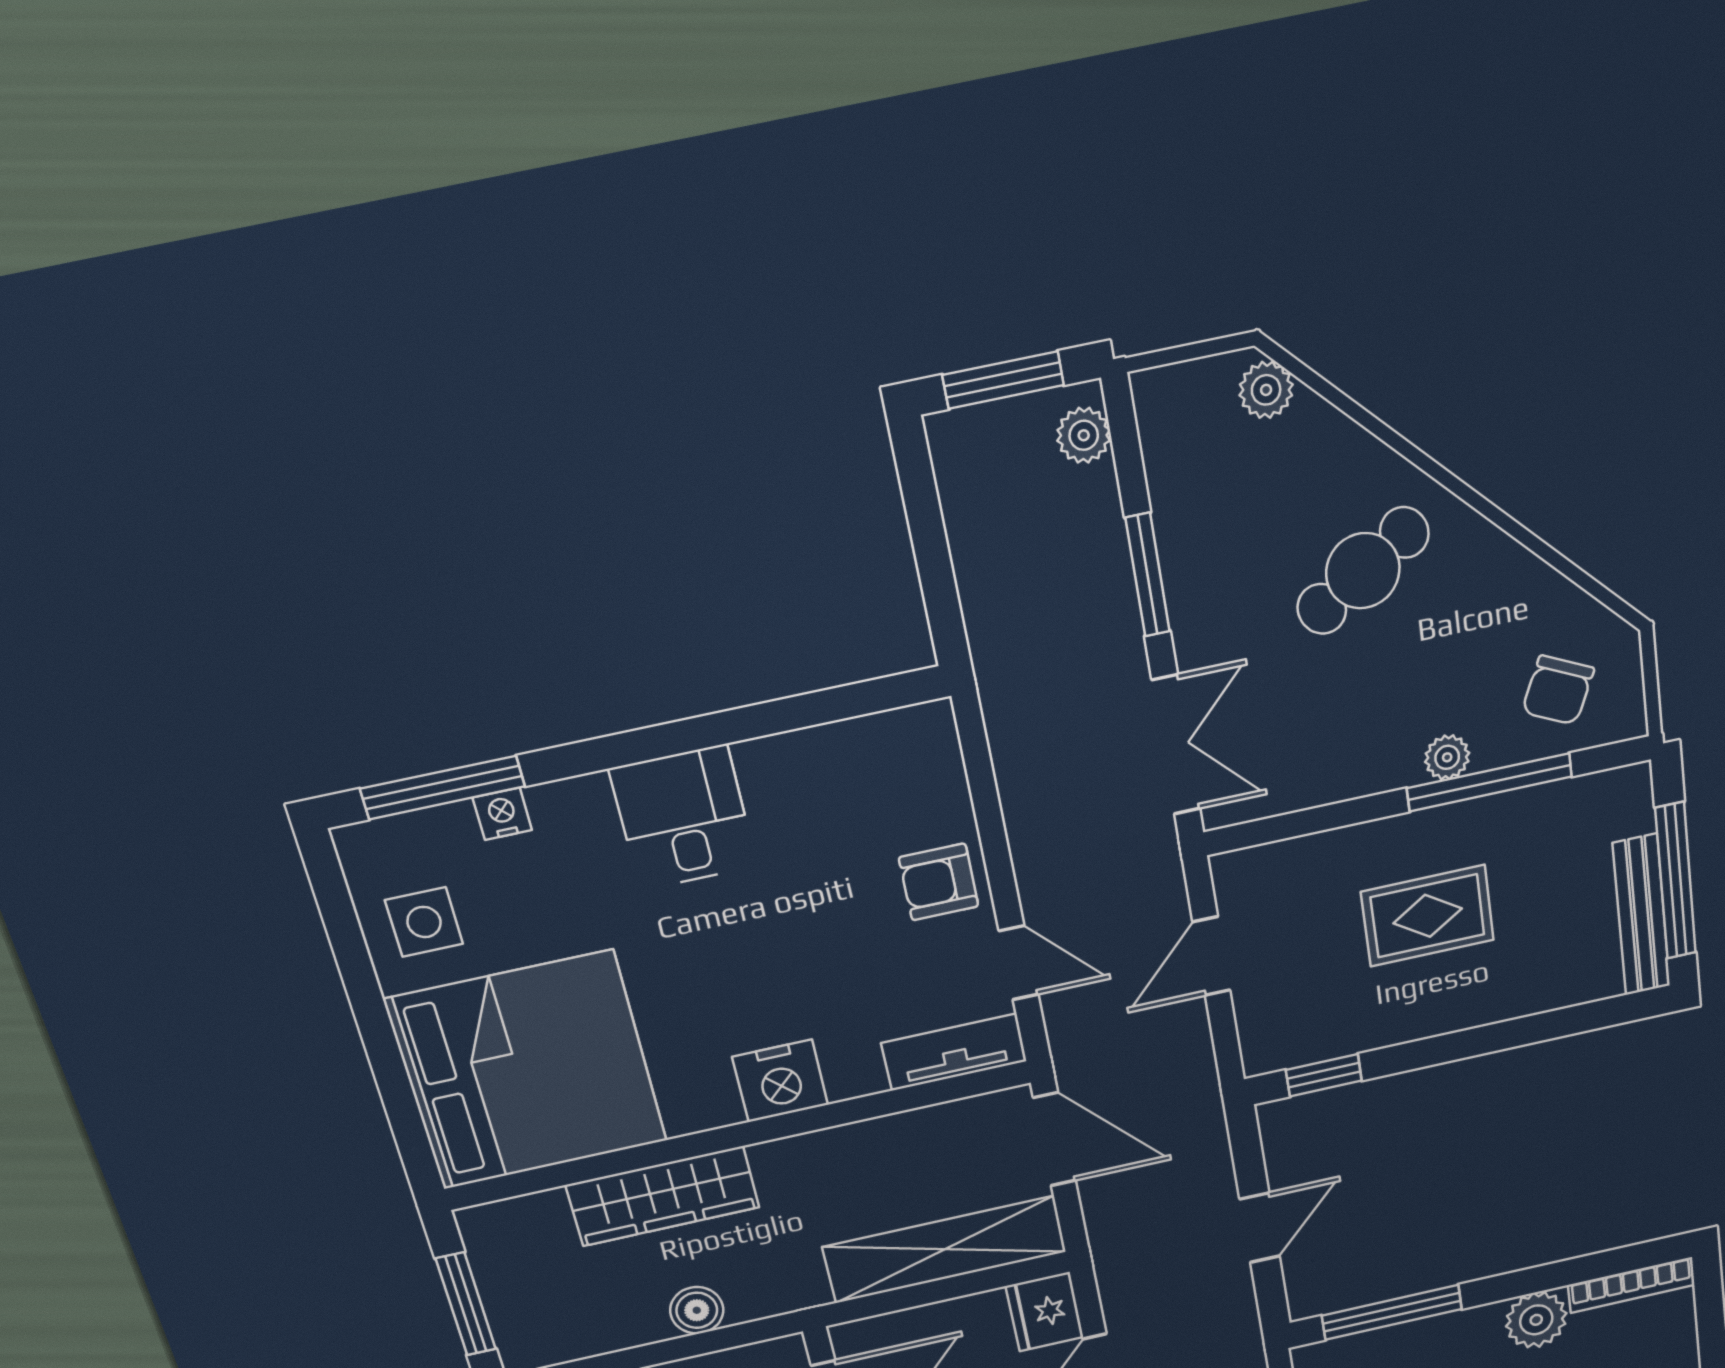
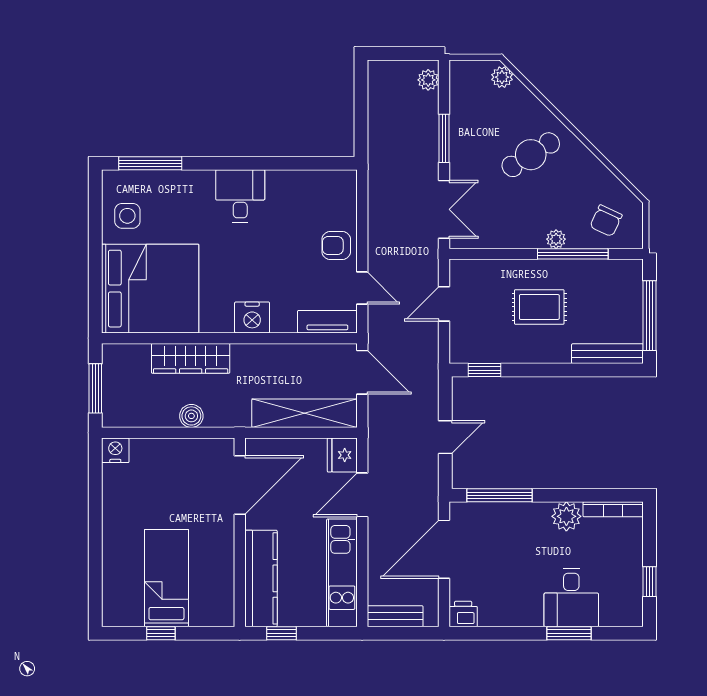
window: (1003, 380) -> (401, 53), removed
nightstand: (502, 814) -> (170, 179), removed
bench: (1641, 915) -> (607, 354), moved, turned 90

